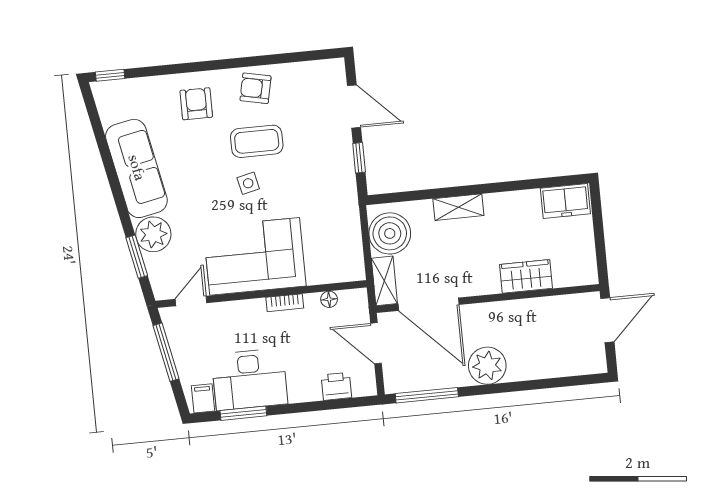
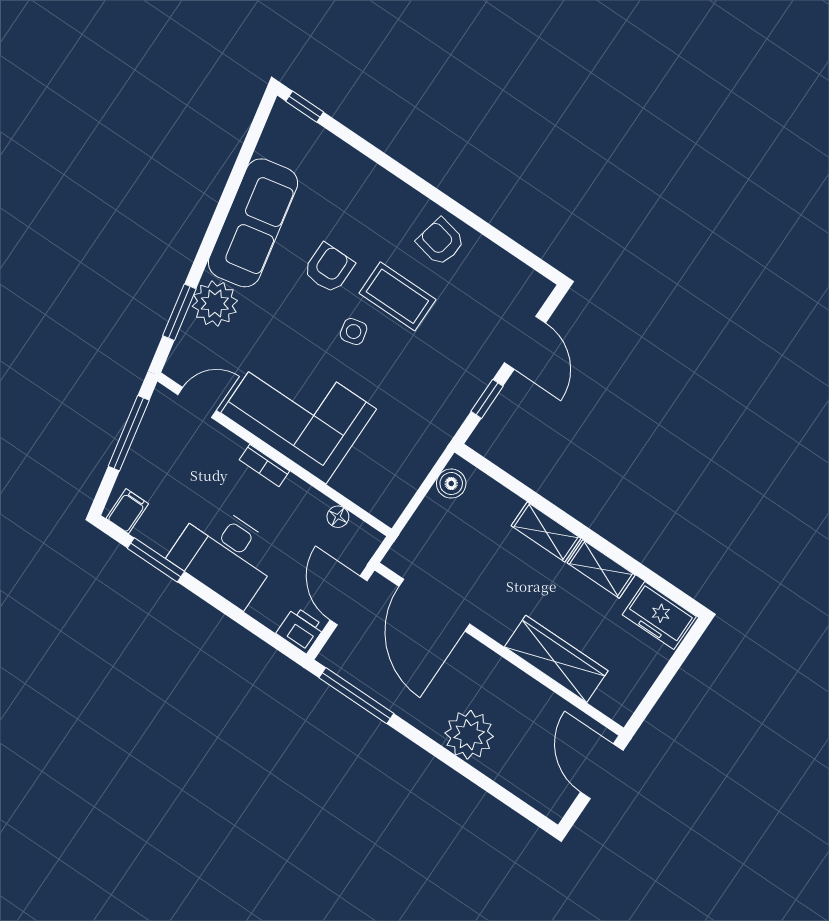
armchair: (196, 104) -> (329, 268), moved
boiler: (390, 233) -> (451, 484), width x0.54, depth x0.54
wardrobe: (526, 276) -> (556, 659), width x1.50
shelving: (384, 281) -> (601, 569), moved, turned 90
bookcase: (285, 303) -> (264, 465), moved
door: (607, 320) -> (602, 771), swing flipped
plant: (487, 366) -> (469, 735), moved
desk: (249, 379) -> (225, 554), moved
printer: (336, 386) -> (300, 630), moved

